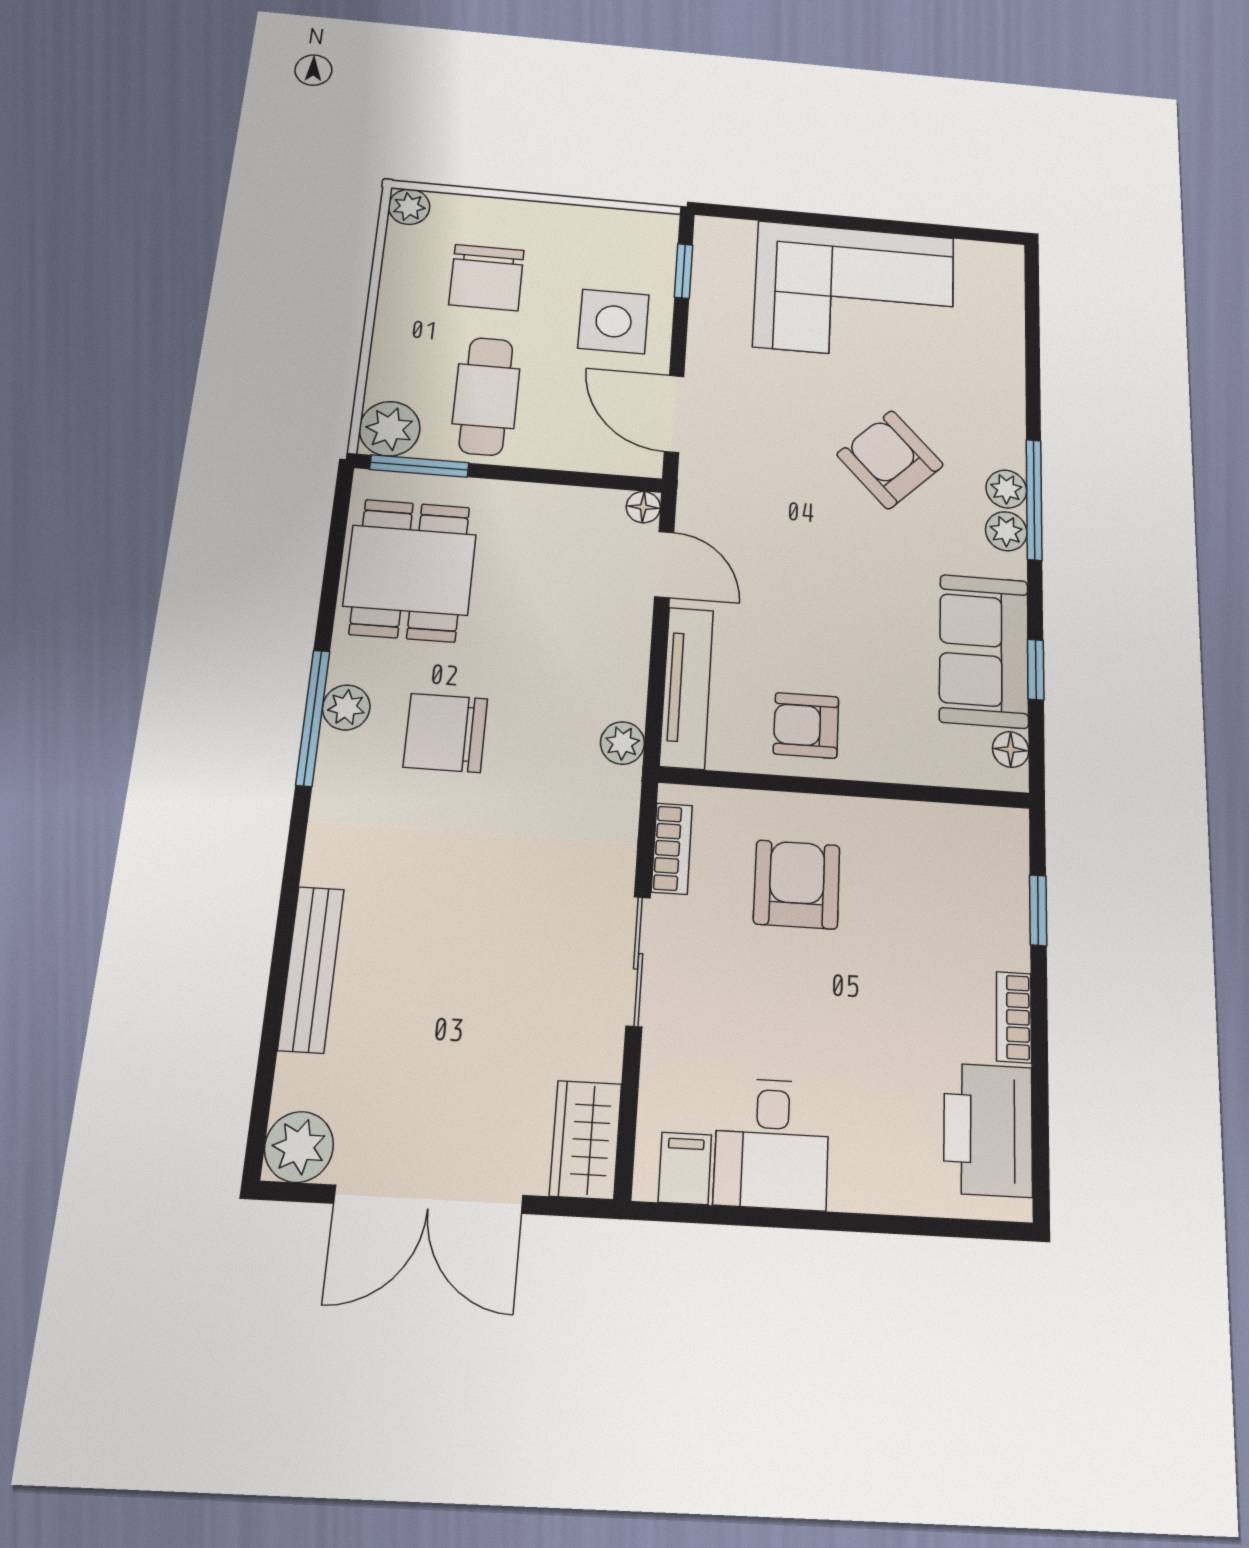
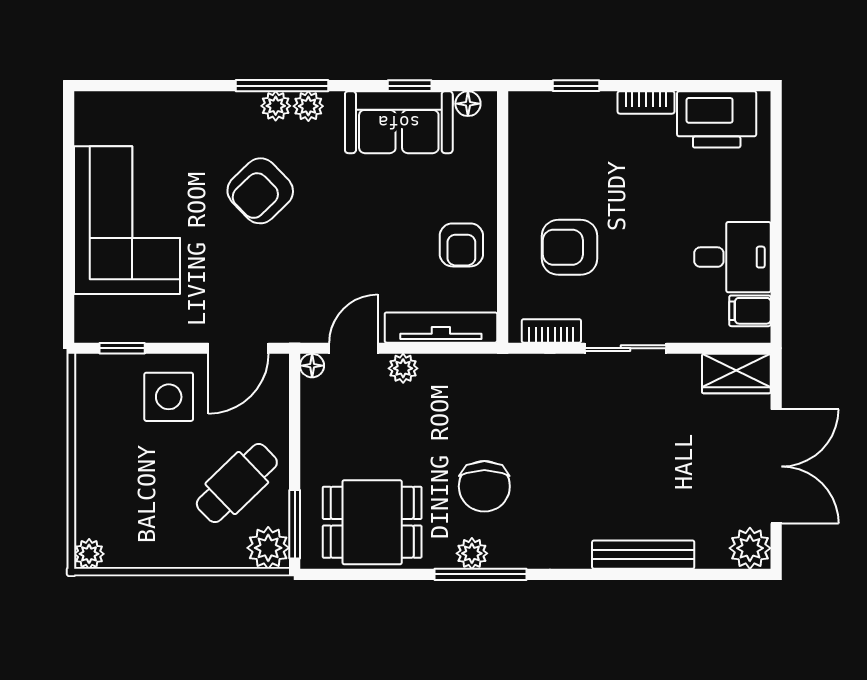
chair: (487, 277) -> (142, 492), removed
cafe table: (486, 396) -> (237, 483), turned -44
plant: (622, 743) -> (403, 368), moved

